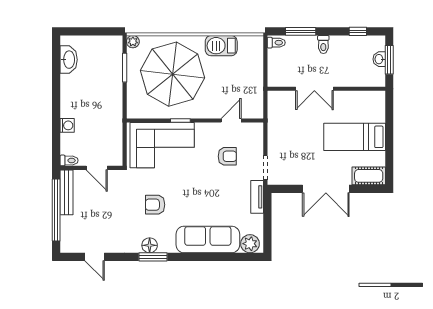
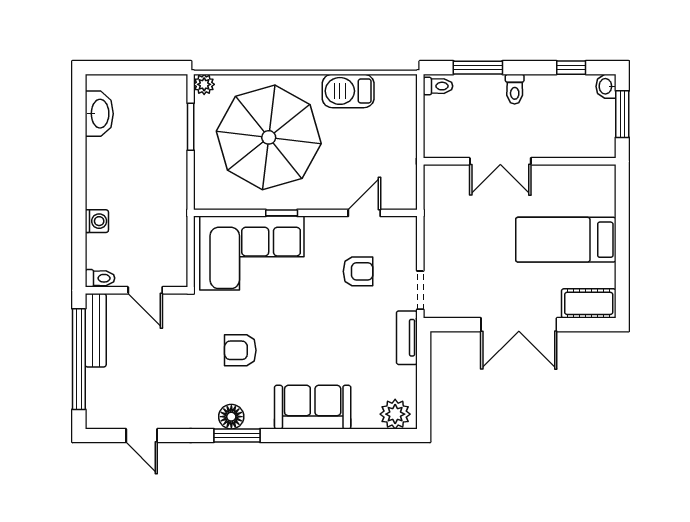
washbasin: (379, 59) -> (606, 86), moved
sofa: (208, 239) -> (313, 407), width x0.73

